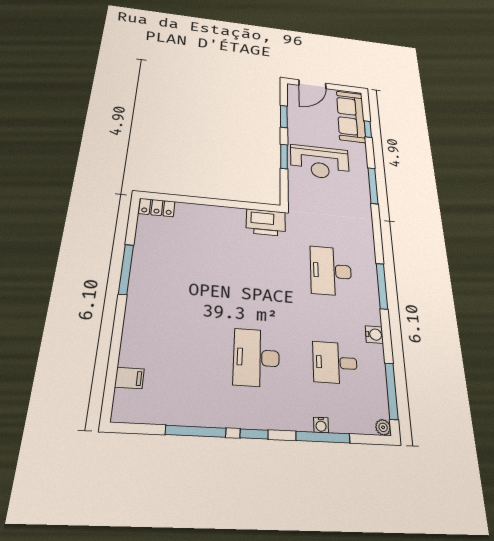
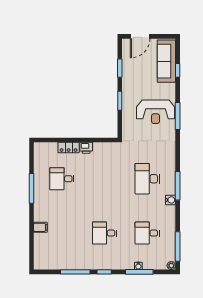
reception desk: (320, 162) -> (156, 112), moved
locker: (157, 208) -> (69, 147), moved
printer: (266, 222) -> (86, 148), moved, width x0.53, depth x0.68
desk: (183, 258) -> (62, 179), added
water cooler: (374, 334) -> (171, 200), moved
desk: (256, 358) -> (105, 233), width x0.73
filing cabinet: (129, 378) -> (40, 227), moved

